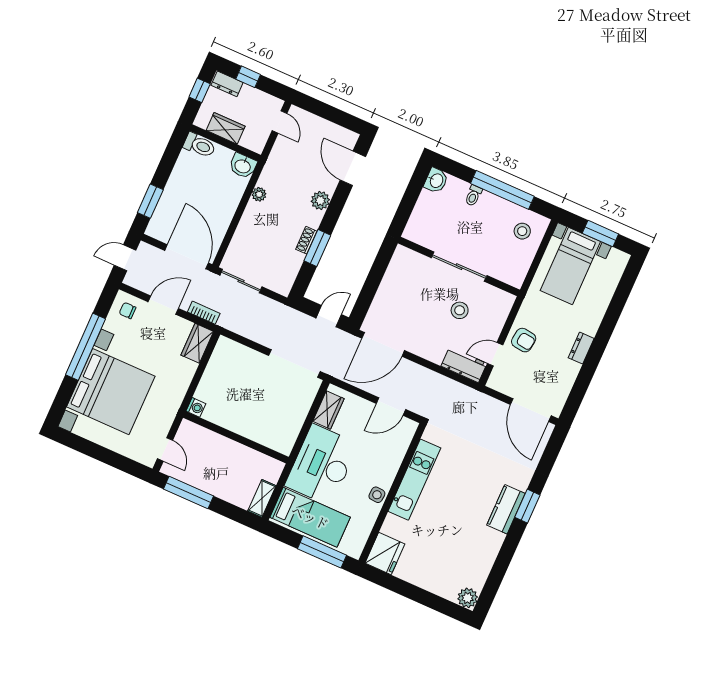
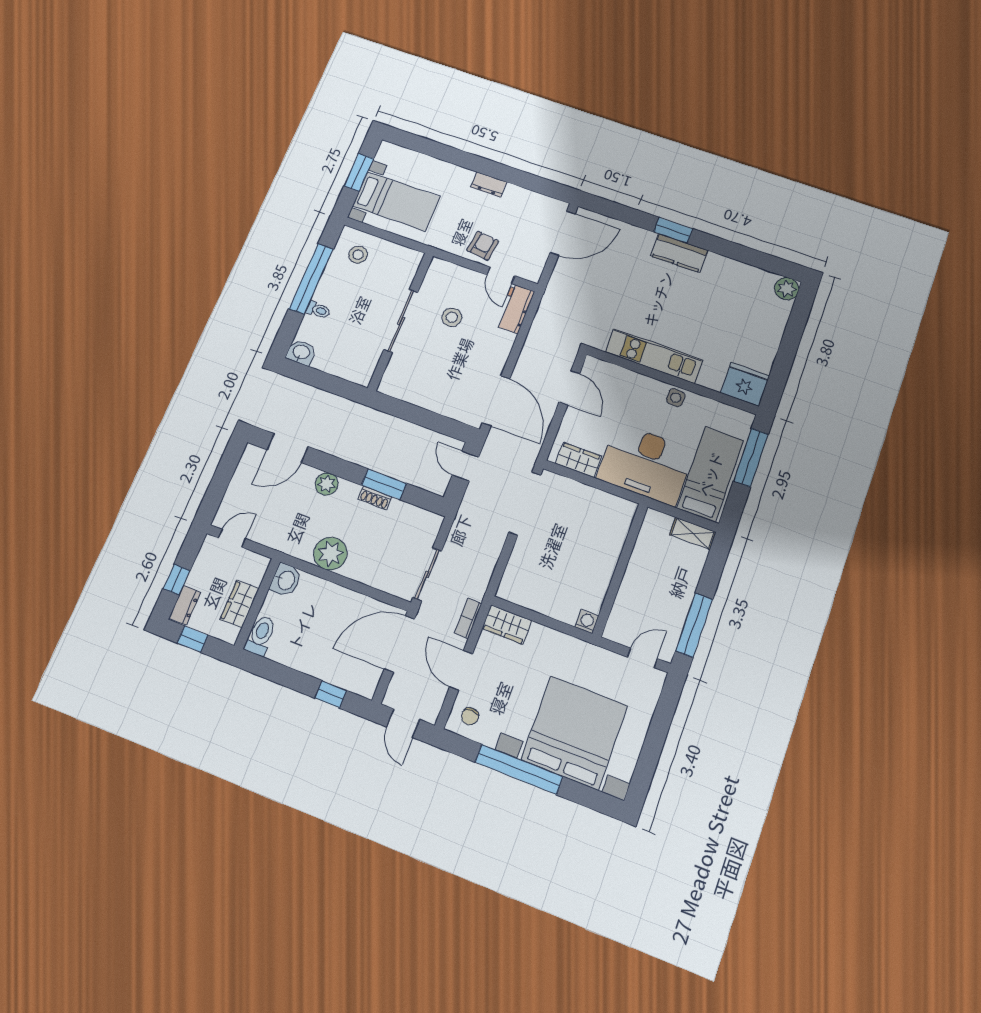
plant: (259, 194) -> (330, 554), width x1.87, depth x1.87
window: (150, 201) -> (331, 694), width x0.67

